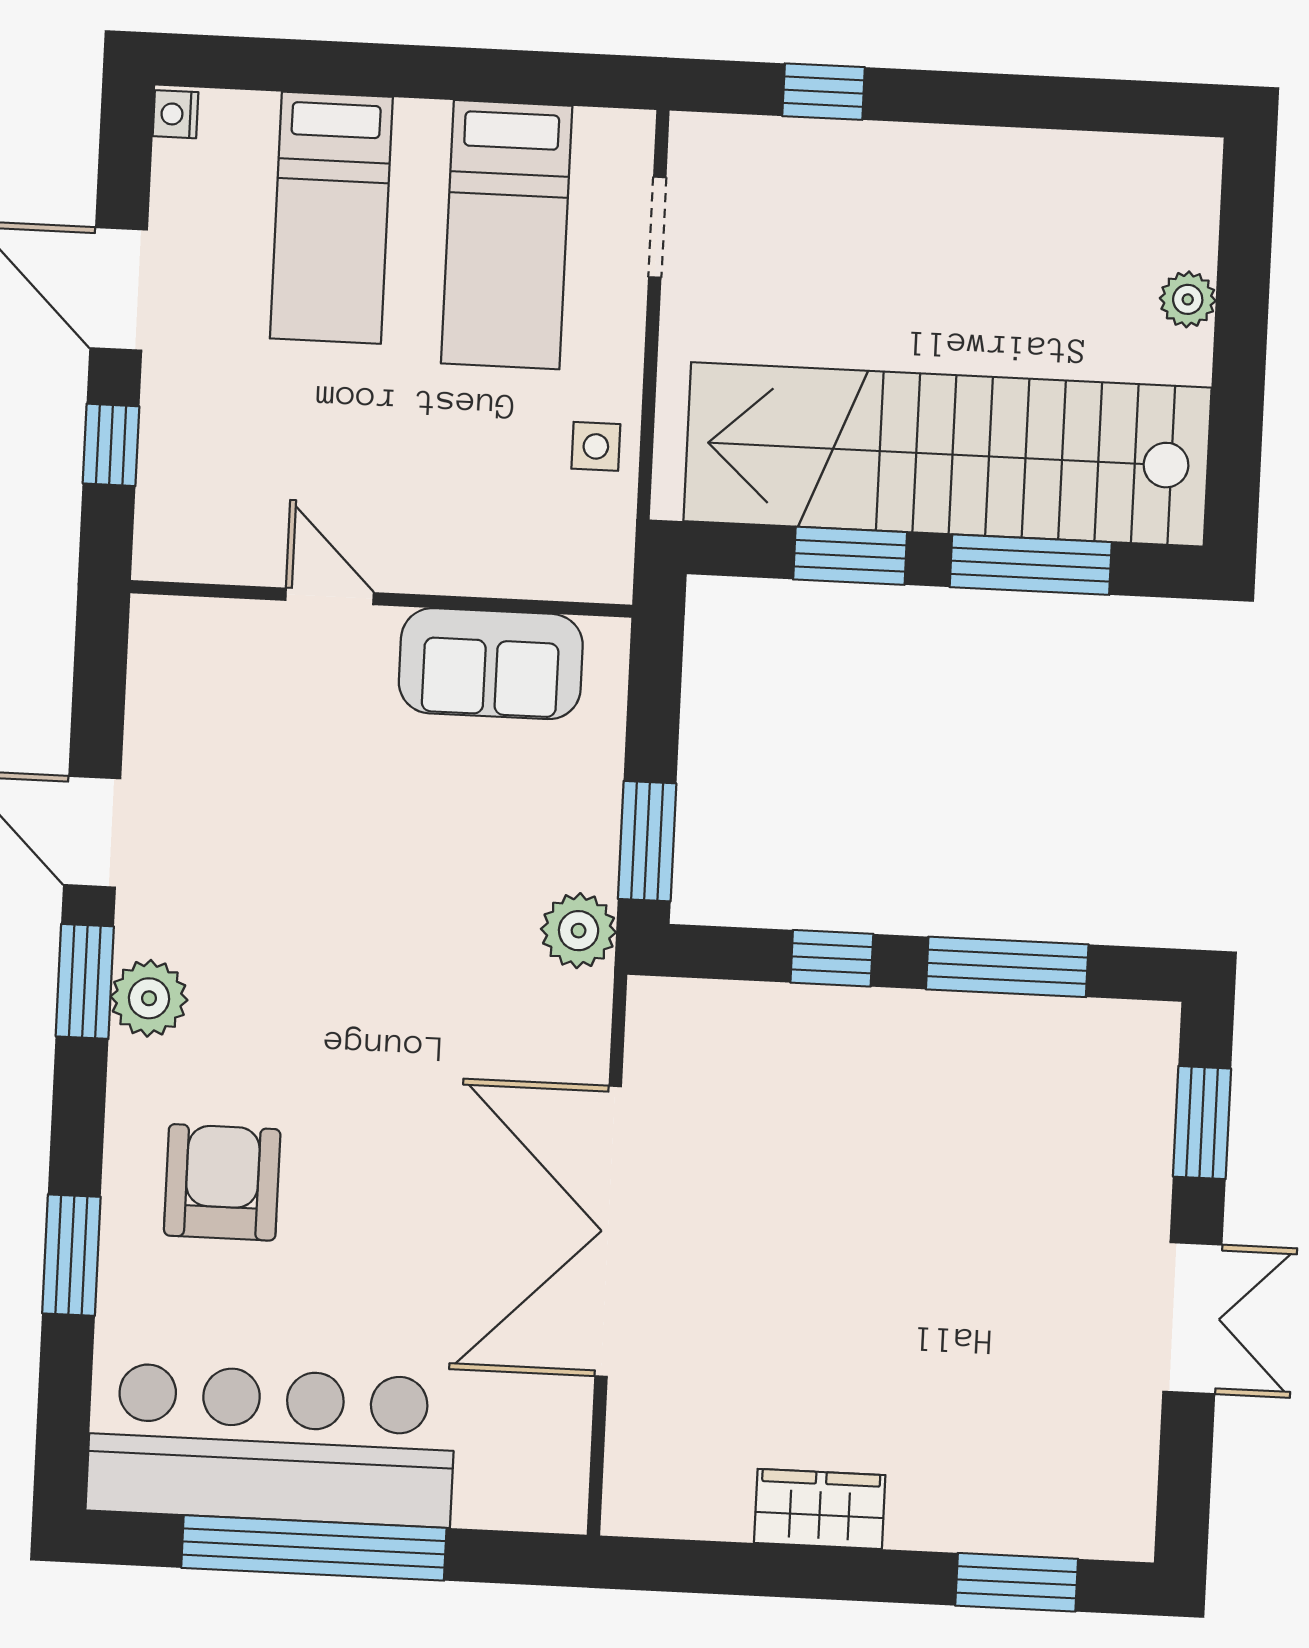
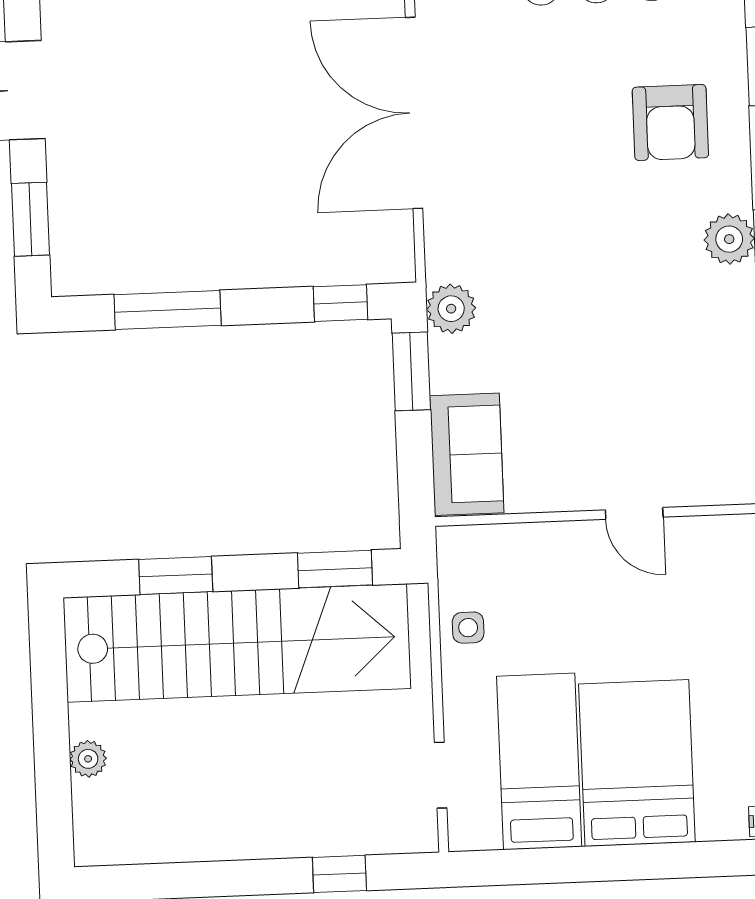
bed: (331, 218) -> (637, 763), width x1.50
window: (850, 556) -> (335, 569), moved
window: (1031, 565) -> (176, 575), width x0.69
sofa: (491, 664) -> (467, 454), moved, turned 90
window: (832, 958) -> (341, 303), moved
double door: (608, 1231) -> (414, 113), swing flipped

